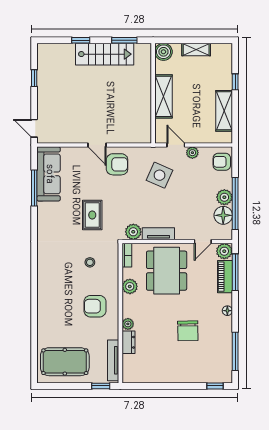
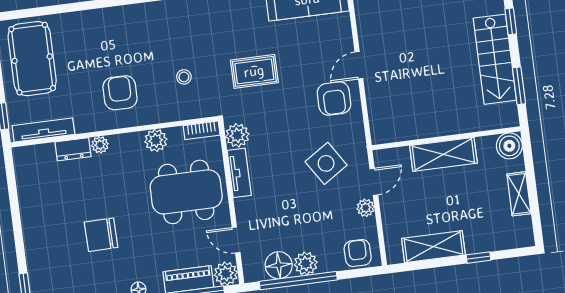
side table: (160, 175) -> (326, 163), turned 33

